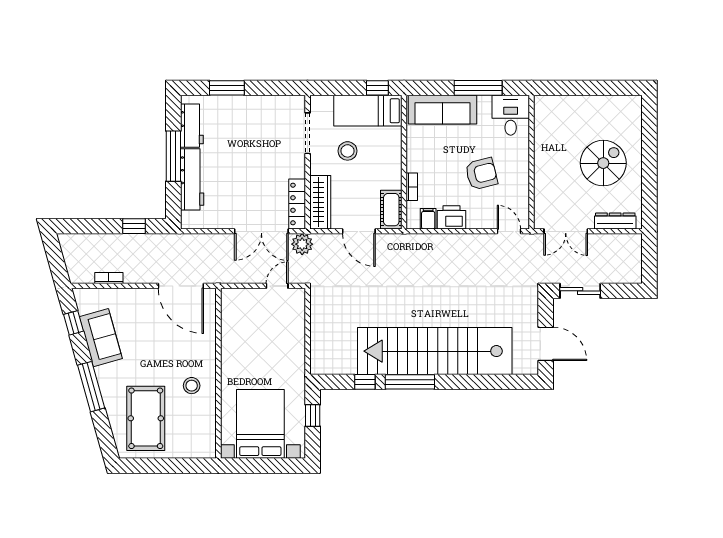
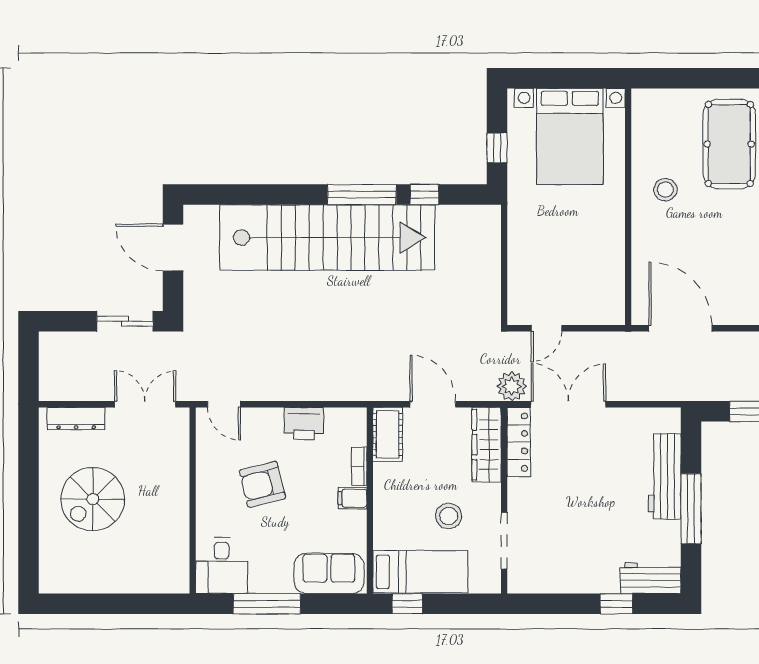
window: (227, 88) -> (616, 604), width x0.67
sofa: (442, 110) -> (329, 573), width x0.73
workbench: (192, 126) -> (651, 578), moved, turned 90
filing cabinet: (428, 219) -> (352, 498), moved, turned 90

